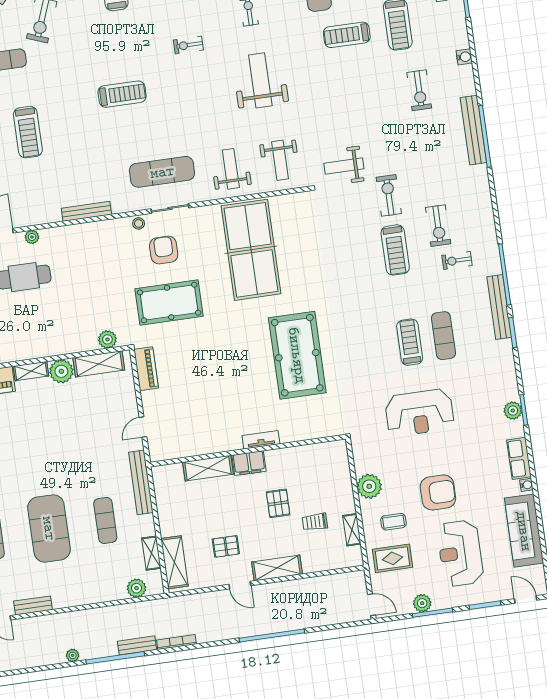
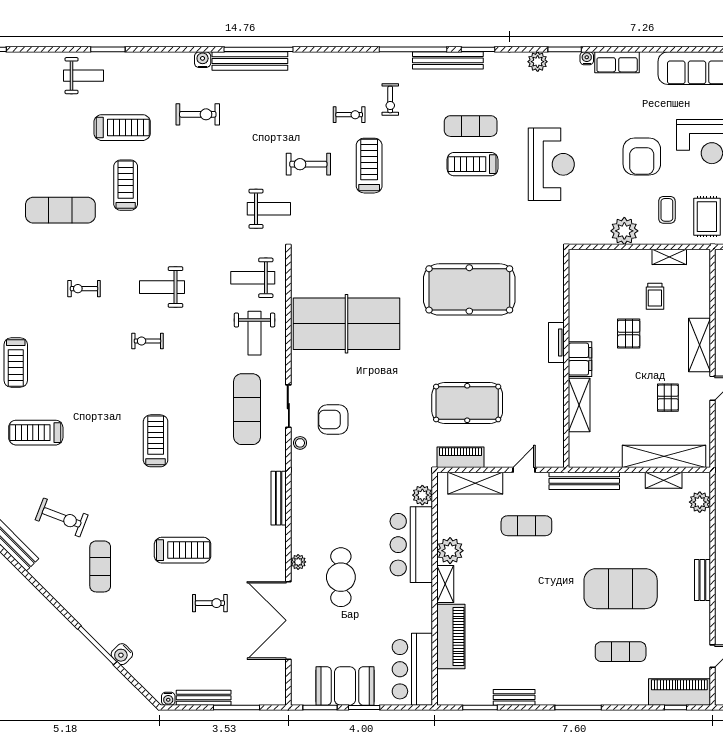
treadmill: (347, 35) -> (126, 185), turned 180
exercise bike: (188, 45) -> (147, 341), moved, turned 90
water cooler: (464, 57) -> (203, 60), moved
weight bench: (260, 80) -> (162, 287), width x0.73, depth x0.75
weight bench: (280, 160) -> (253, 278), turned 180
weight bench: (344, 166) -> (269, 209), turned -90
weight bench: (231, 169) -> (254, 333), turned -90
exercise bike: (438, 226) -> (349, 115), width x0.73, depth x0.72
treadmill: (395, 250) -> (369, 166), turned -90
pool table: (169, 302) -> (467, 403), moved, turned 90
bar counter: (62, 336) -> (411, 545), added
shelving: (99, 364) -> (475, 483), moved, turned 90
plant: (513, 411) -> (538, 62), moved
door: (143, 427) -> (524, 470), swing flipped
water cooler: (526, 485) -> (587, 58), moved
armchair: (438, 492) -> (642, 157), turned 180
pallet: (278, 503) -> (629, 334), turned 90
exercise mat: (105, 520) -> (526, 526), moved
shelving: (174, 562) -> (664, 456), width x1.47
bench: (33, 605) -> (702, 580), moved

